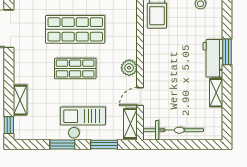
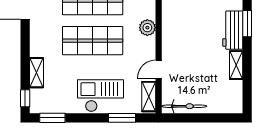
plant: (129, 68) -> (147, 28), moved
shop shelf: (75, 69) -> (93, 41), width x1.43, depth x1.36
bicycle: (173, 130) -> (184, 106), width x0.73, depth x0.71
window: (62, 144) -> (52, 118), moved

